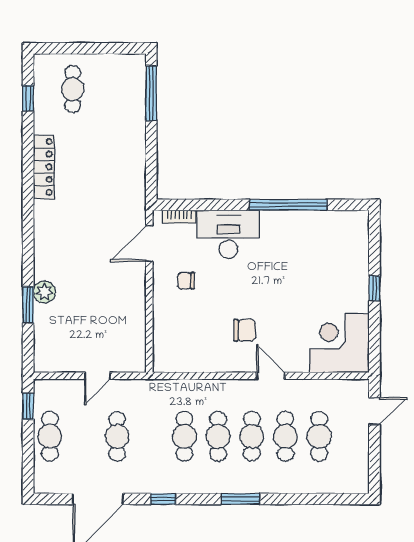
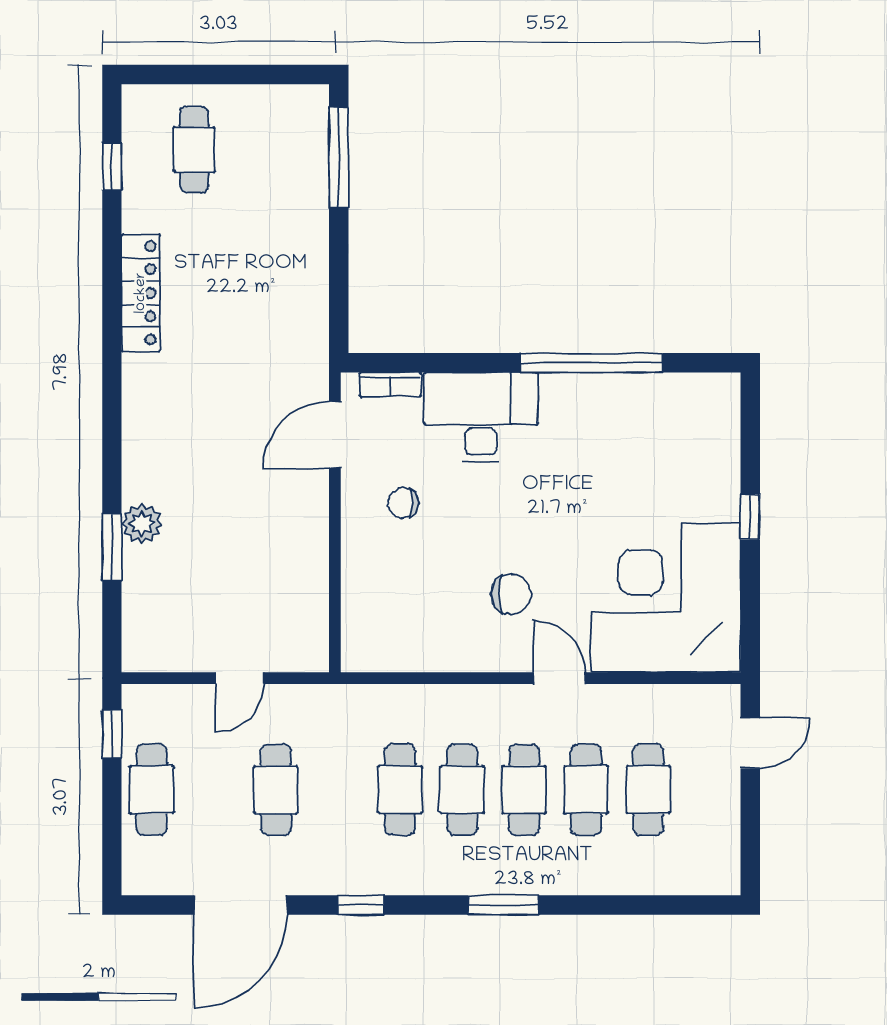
corner desk: (339, 343) -> (666, 598), width x1.36, depth x1.36

